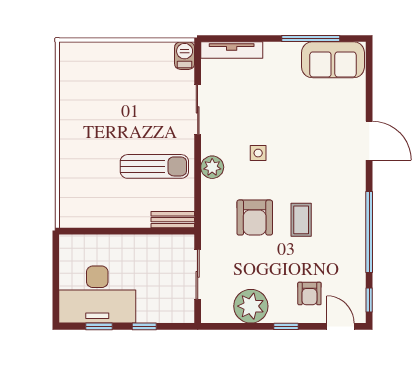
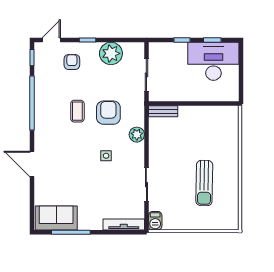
sun lounger: (154, 166) -> (204, 183), moved, turned -89
plant: (212, 167) -> (137, 135), moved
door: (340, 326) -> (51, 40), swing flipped

